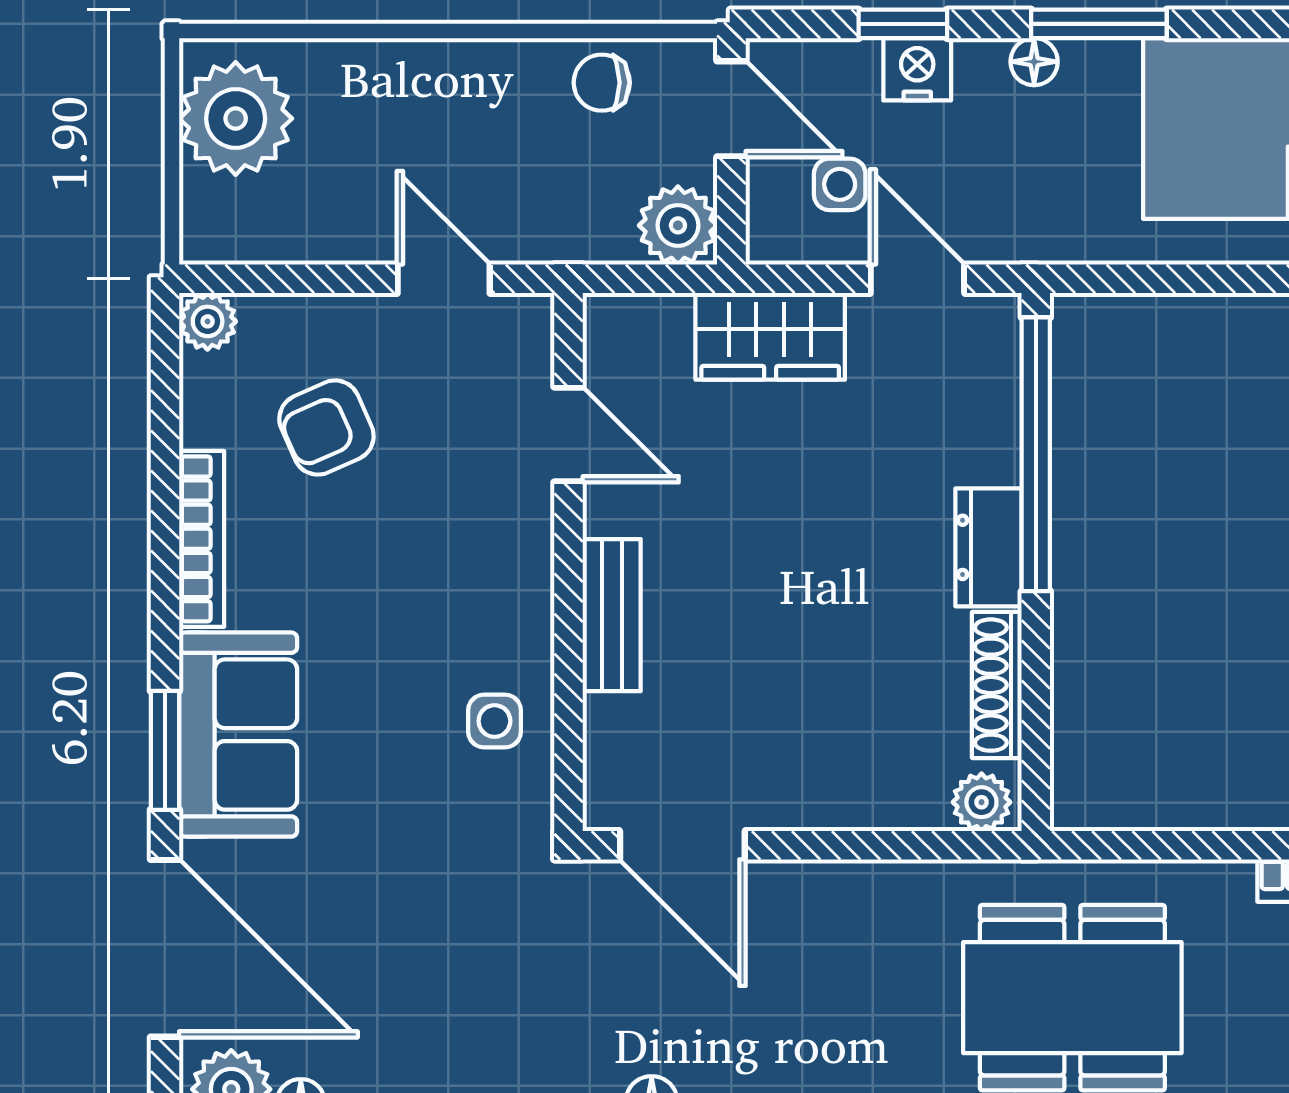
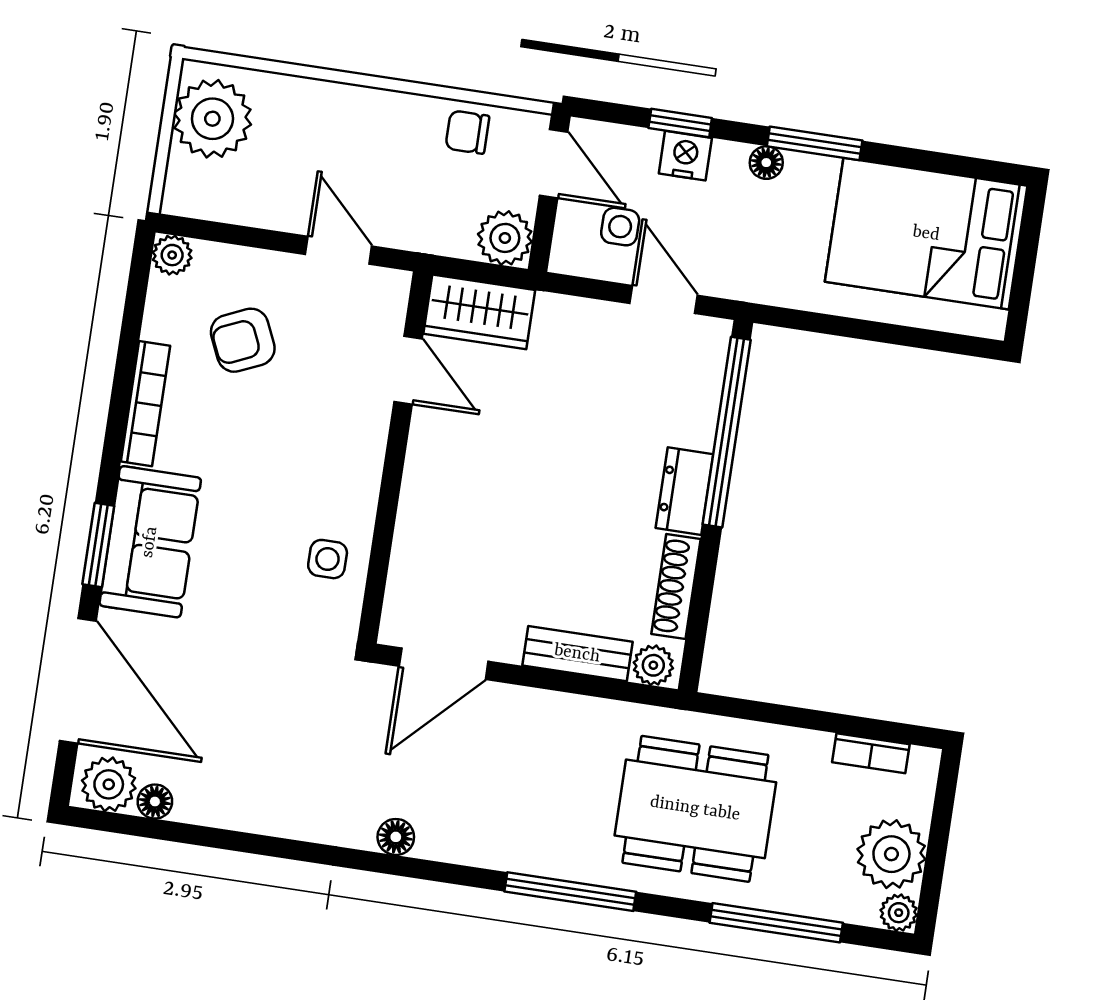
wardrobe: (770, 336) -> (479, 312), moved
bench: (612, 615) -> (577, 654), moved, turned 90
door: (682, 845) -> (444, 664), hinge flipped

